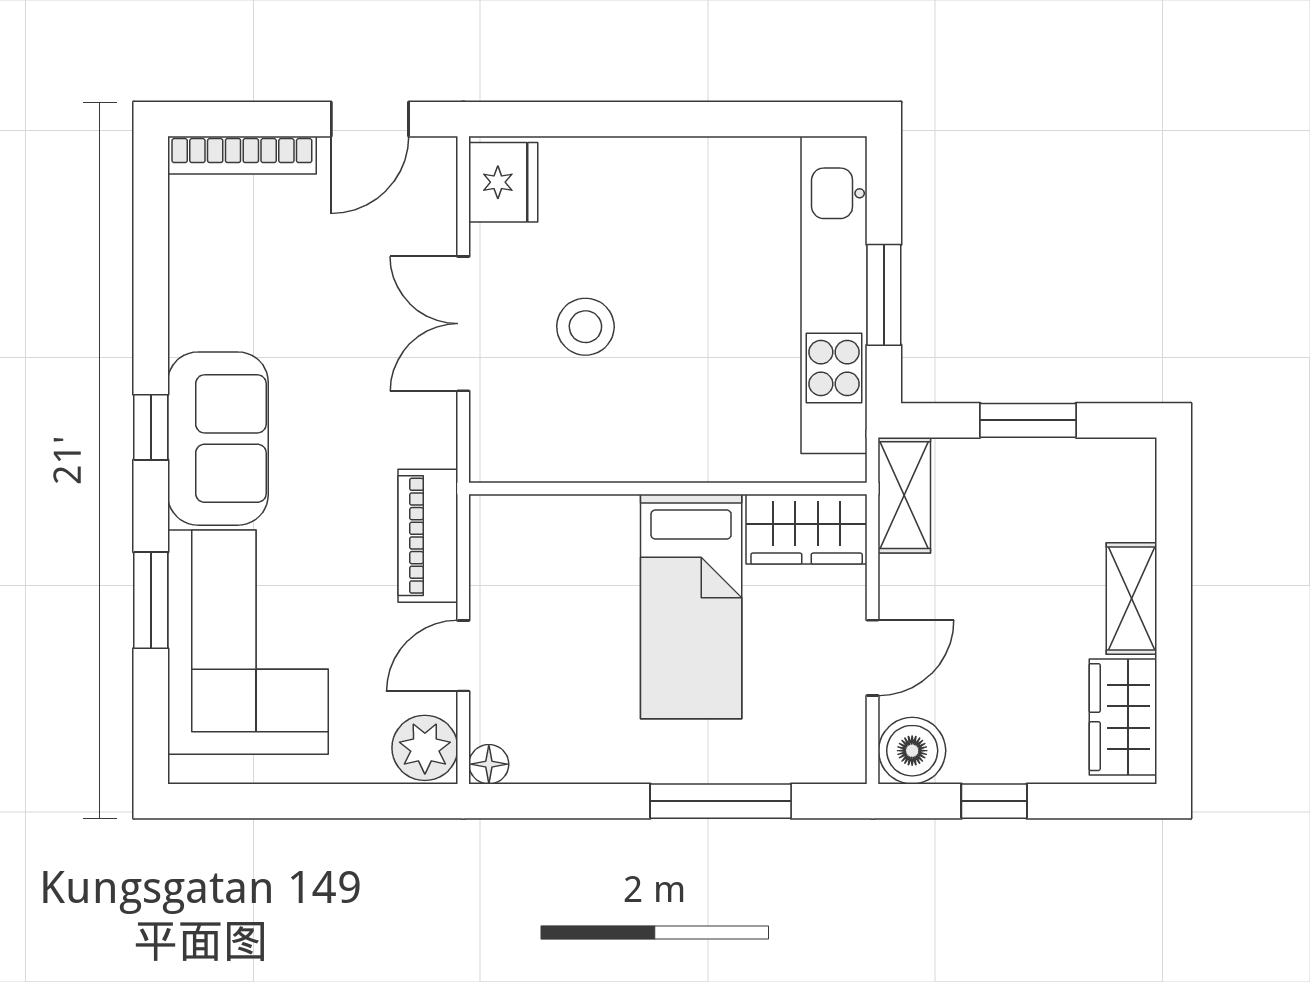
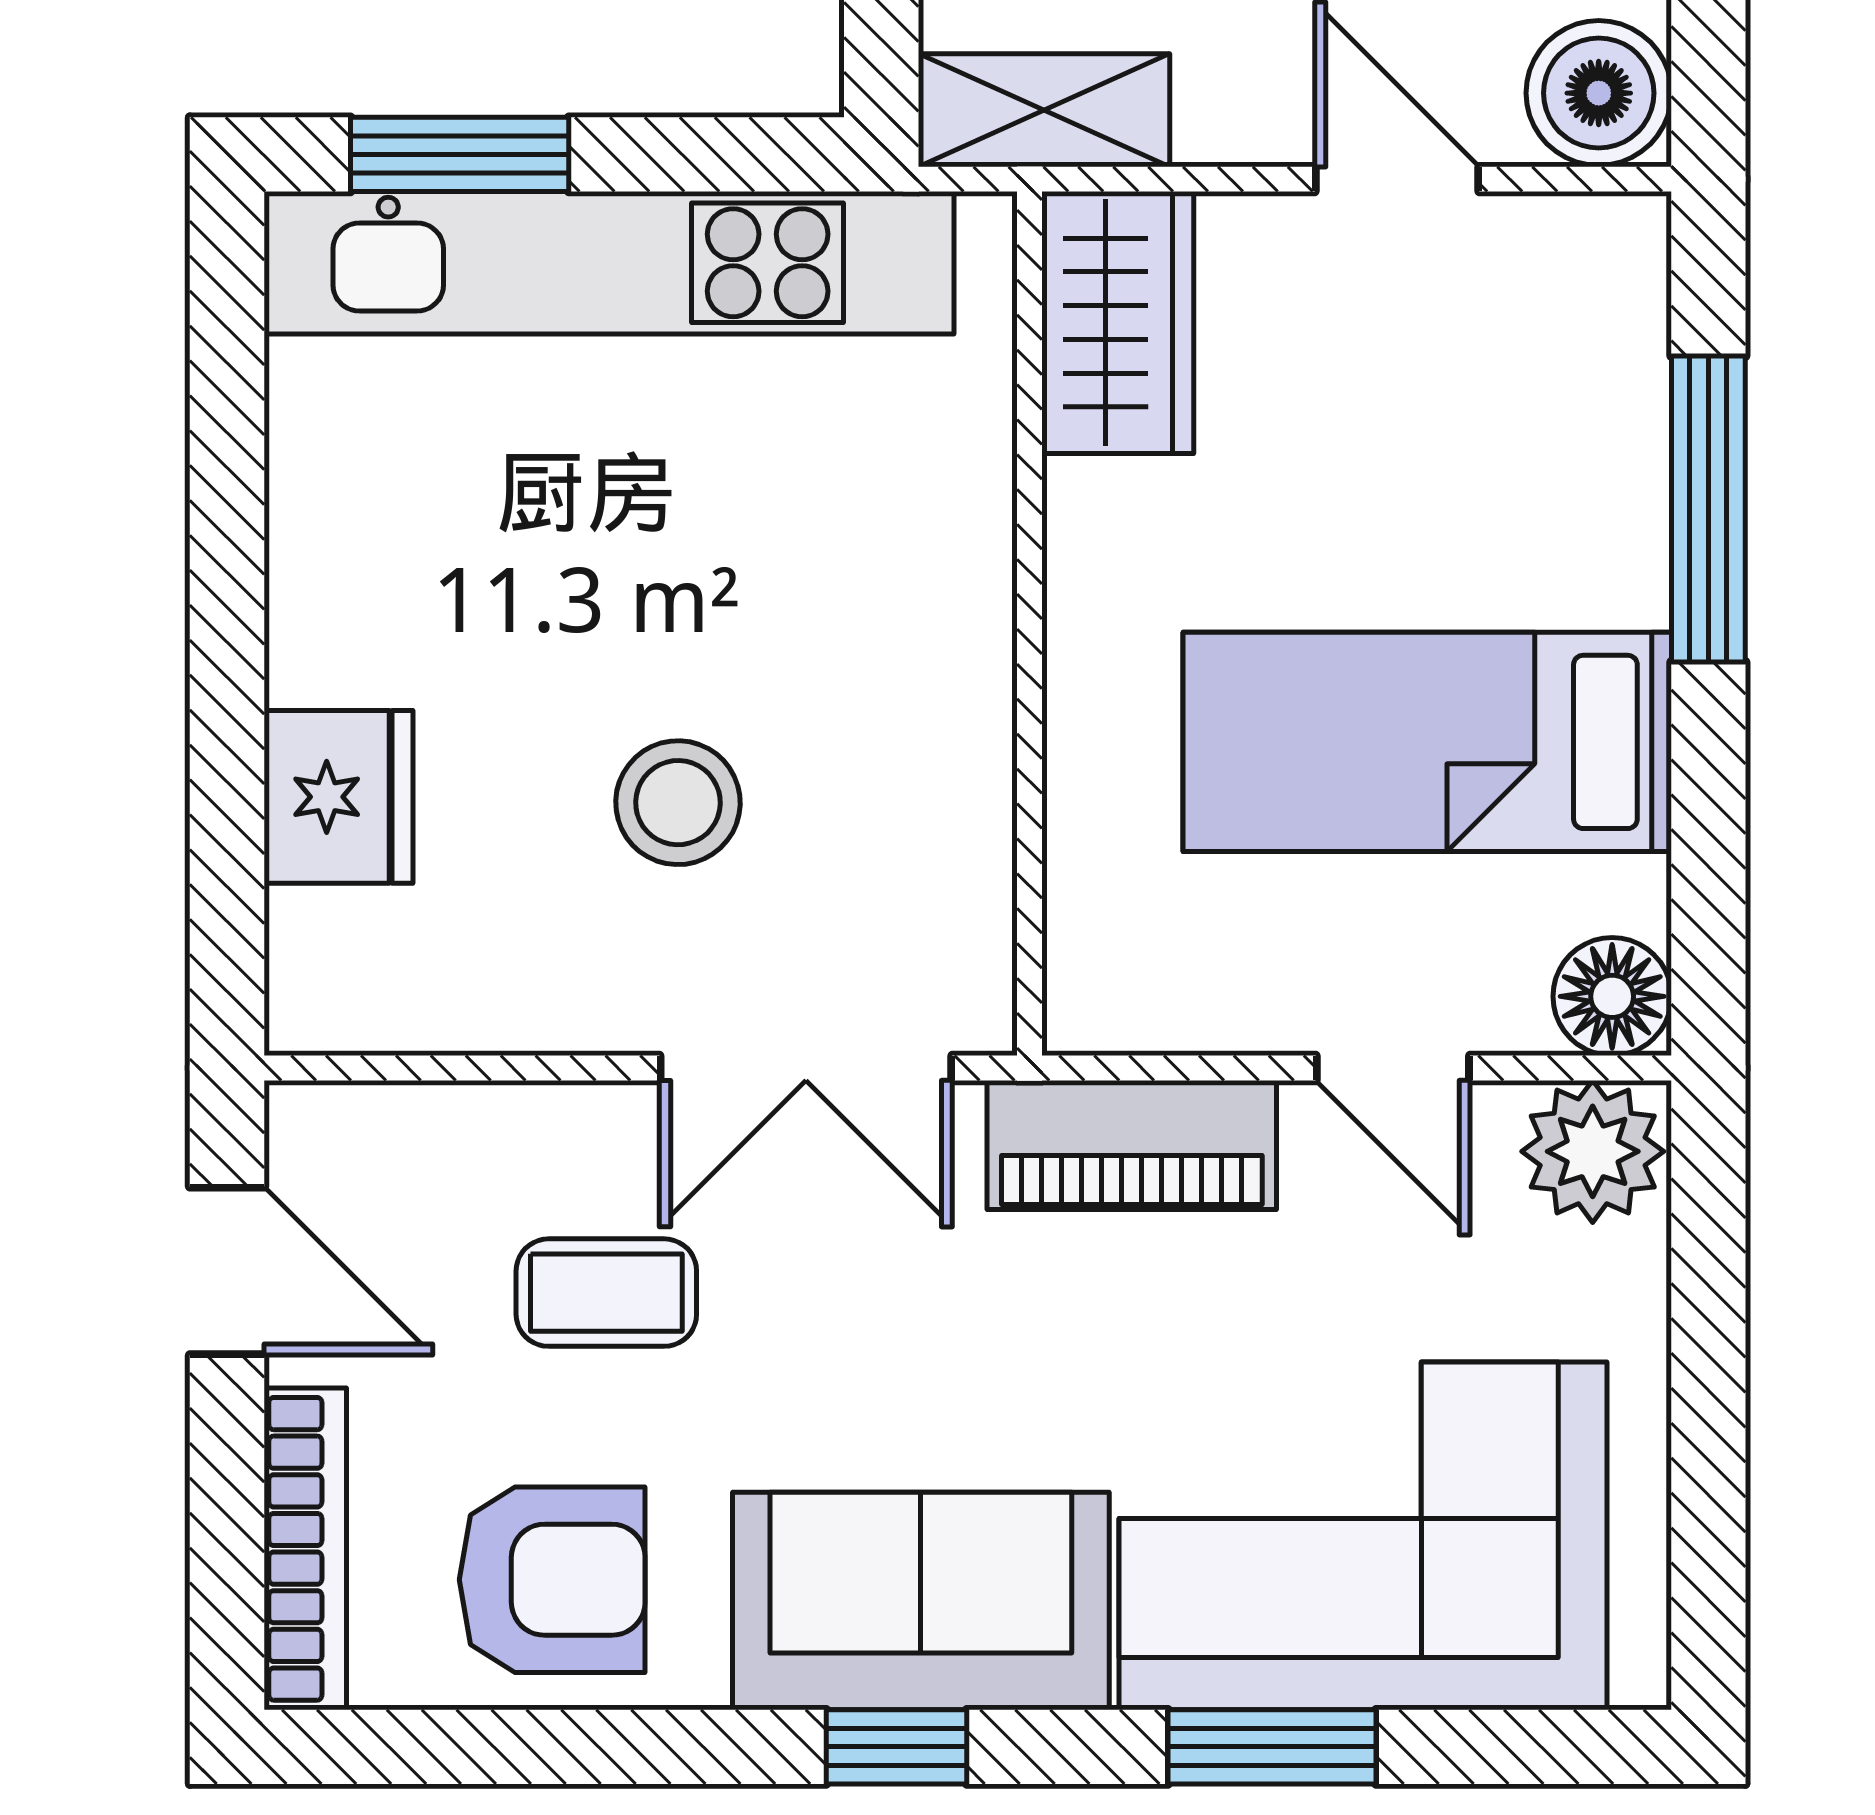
fridge: (503, 182) -> (339, 797), moved, turned 90
armchair: (228, 269) -> (552, 1580), added
coffee table: (360, 294) -> (606, 1293), added
window: (884, 295) -> (460, 154), moved
double door: (463, 324) -> (806, 1068), moved
bed: (691, 607) -> (1427, 742), moved, turned 180
floor lamp: (489, 764) -> (1612, 996), width x1.37, depth x1.37

